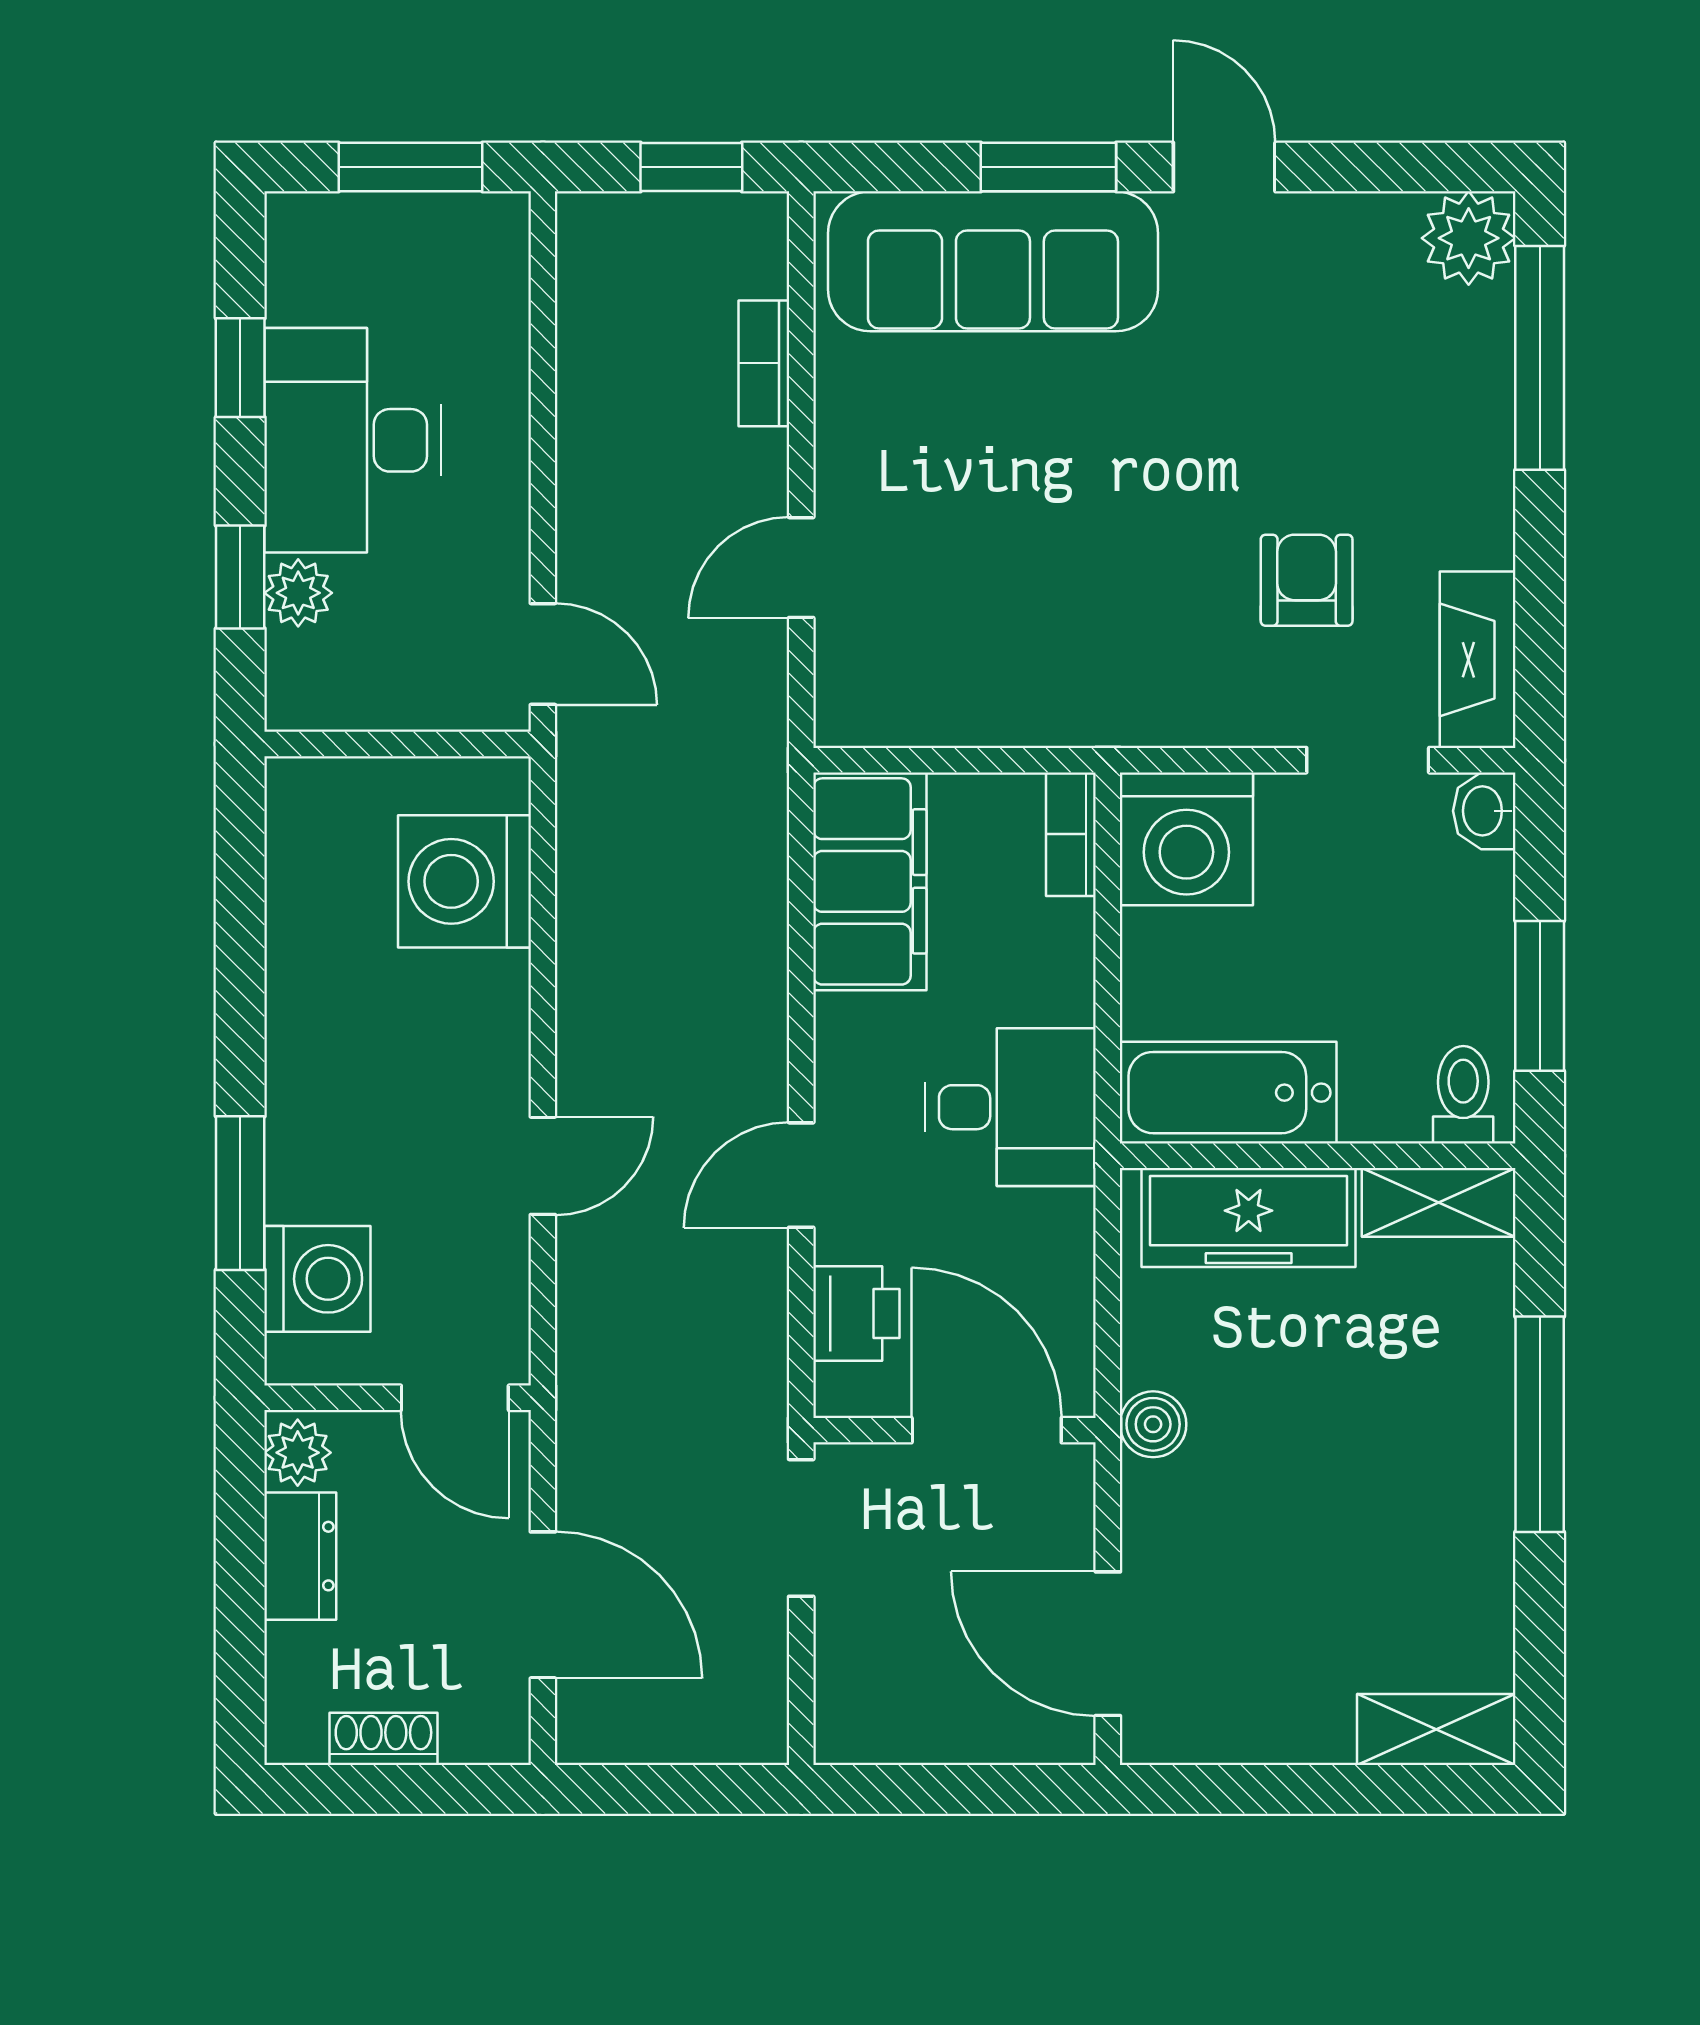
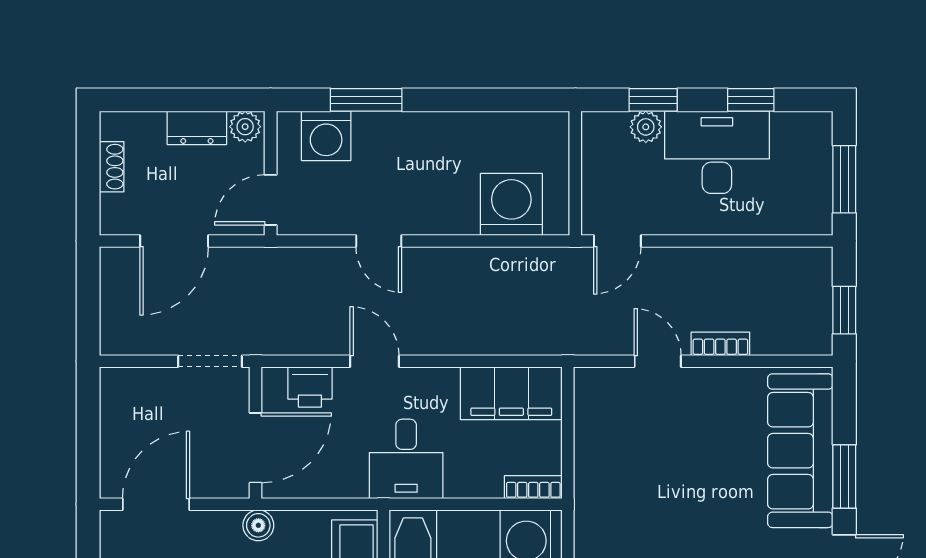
bookcase: (764, 363) -> (720, 344), moved

